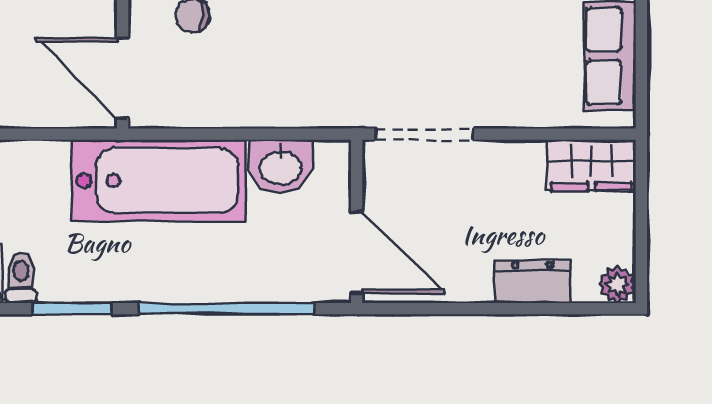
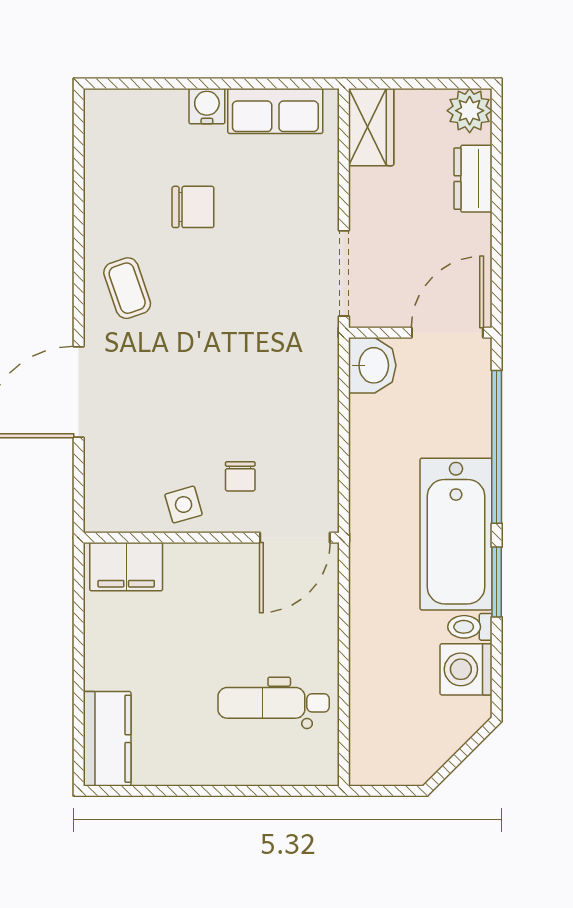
washbasin: (281, 167) -> (372, 365), moved
bathtub: (158, 181) -> (456, 534), moved, turned 180
plant: (617, 285) -> (470, 111), width x1.38, depth x1.38

